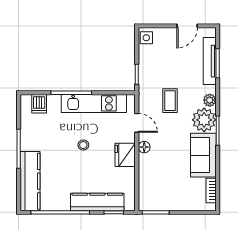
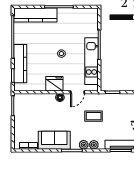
dishwasher: (39, 104) -> (91, 22), removed
plant: (204, 120) -> (84, 145), width x0.53, depth x0.53

